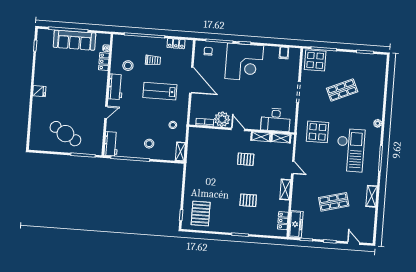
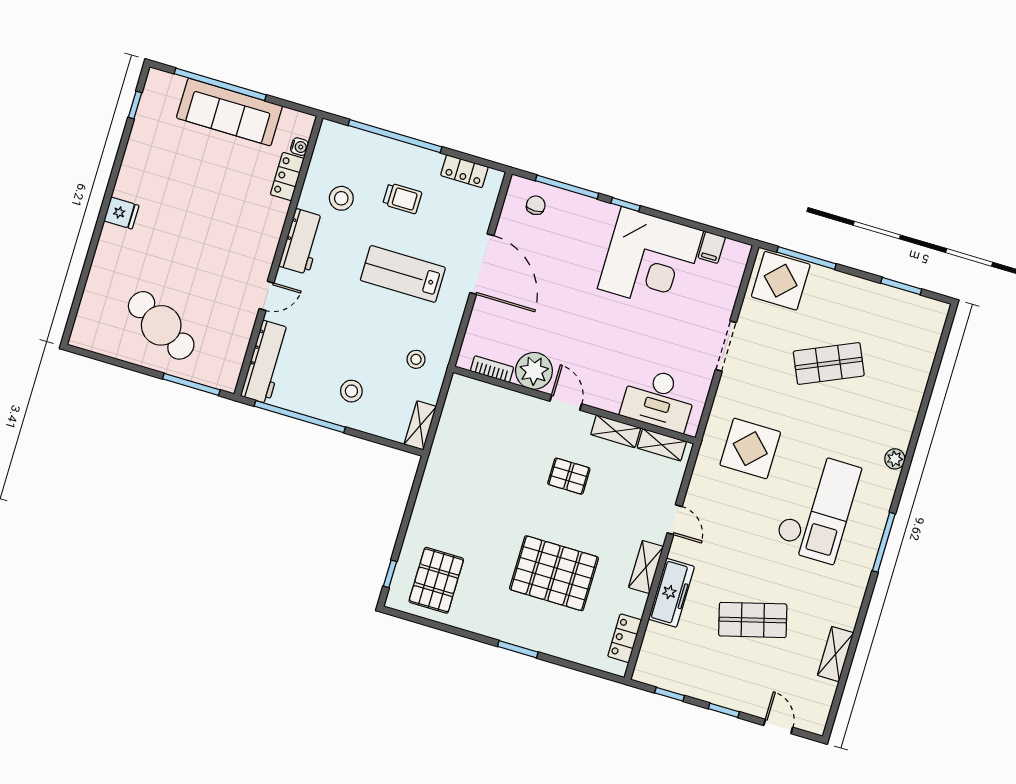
corner desk: (244, 62) -> (650, 260), moved
workbench: (111, 144) -> (266, 362), width x1.38
shelving: (372, 196) -> (836, 654), moved
pallet: (248, 200) -> (554, 573), width x2.05, depth x2.00
freezer: (296, 224) -> (671, 593), moved

